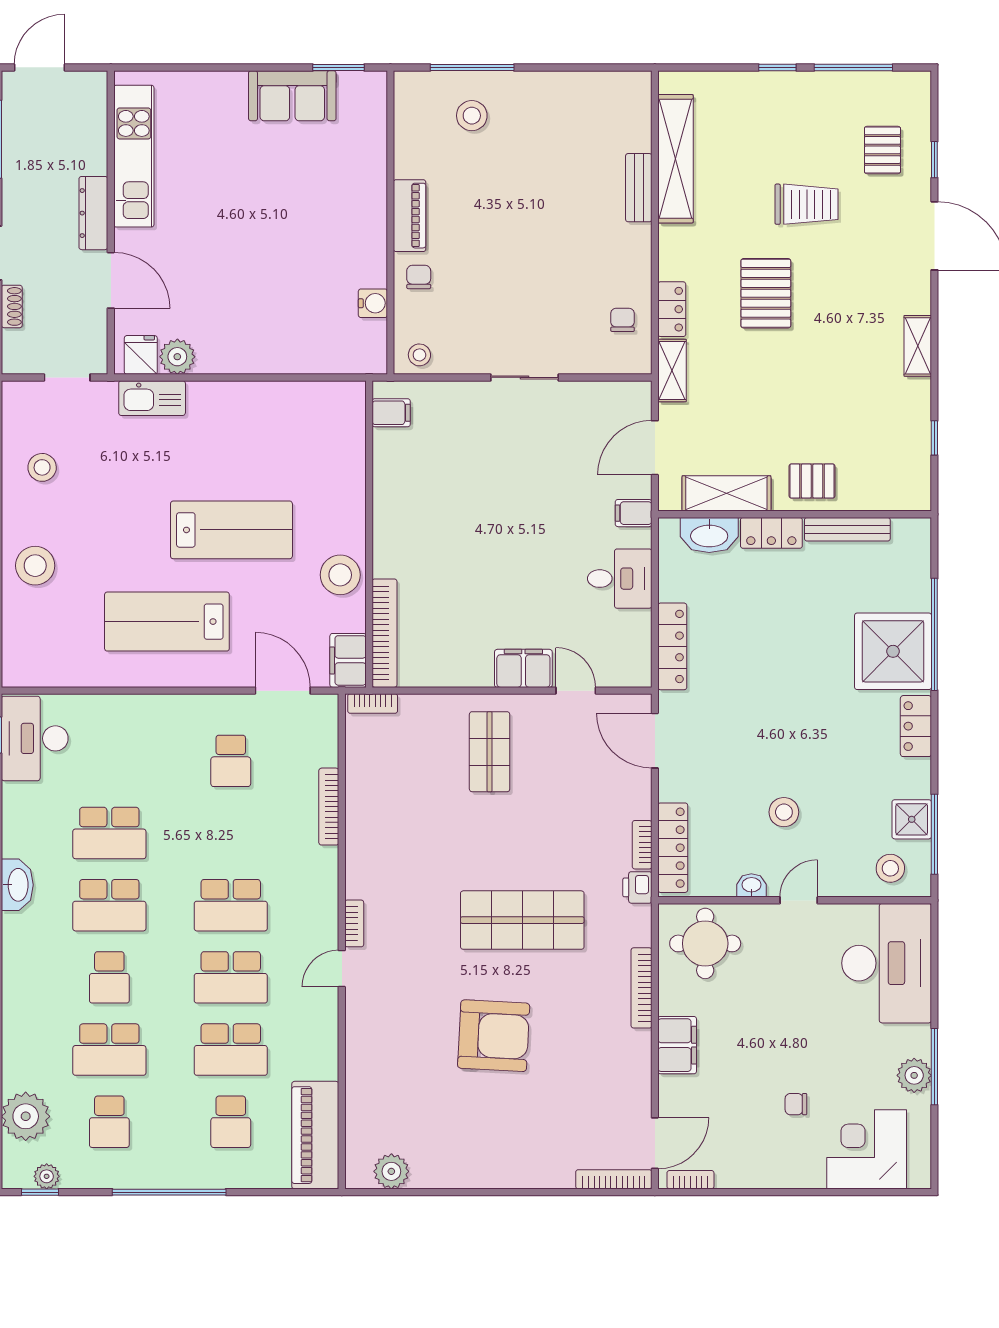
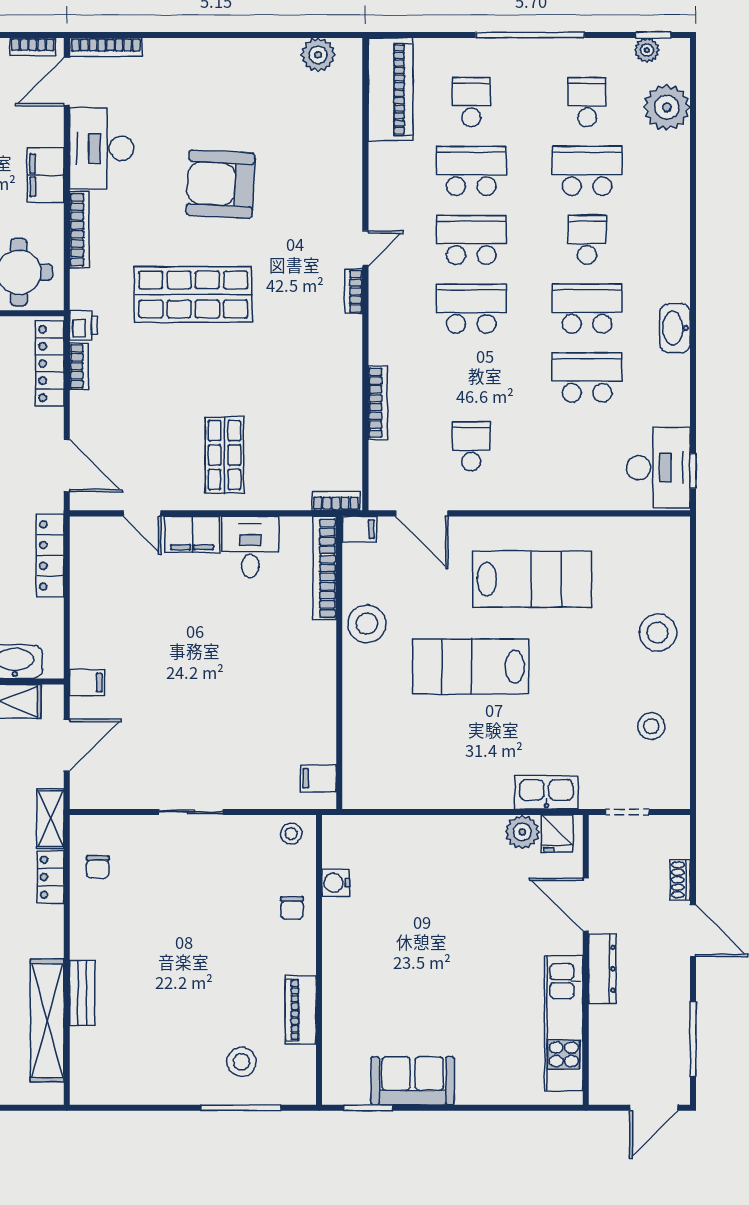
piano: (410, 216) -> (301, 1010), moved
desk: (620, 579) -> (250, 547), moved, turned 90
filing cabinet: (348, 660) -> (359, 529), width x0.50
desk: (618, 1073) -> (102, 148), added

